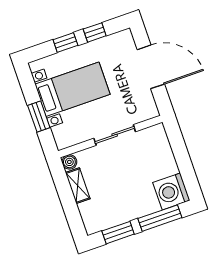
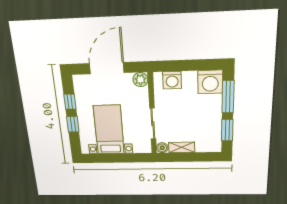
plant: (149, 110) -> (140, 80), added
window: (39, 117) -> (123, 158), removed
sliding door: (115, 135) -> (153, 124), moved
washing machine: (160, 147) -> (172, 80), added

